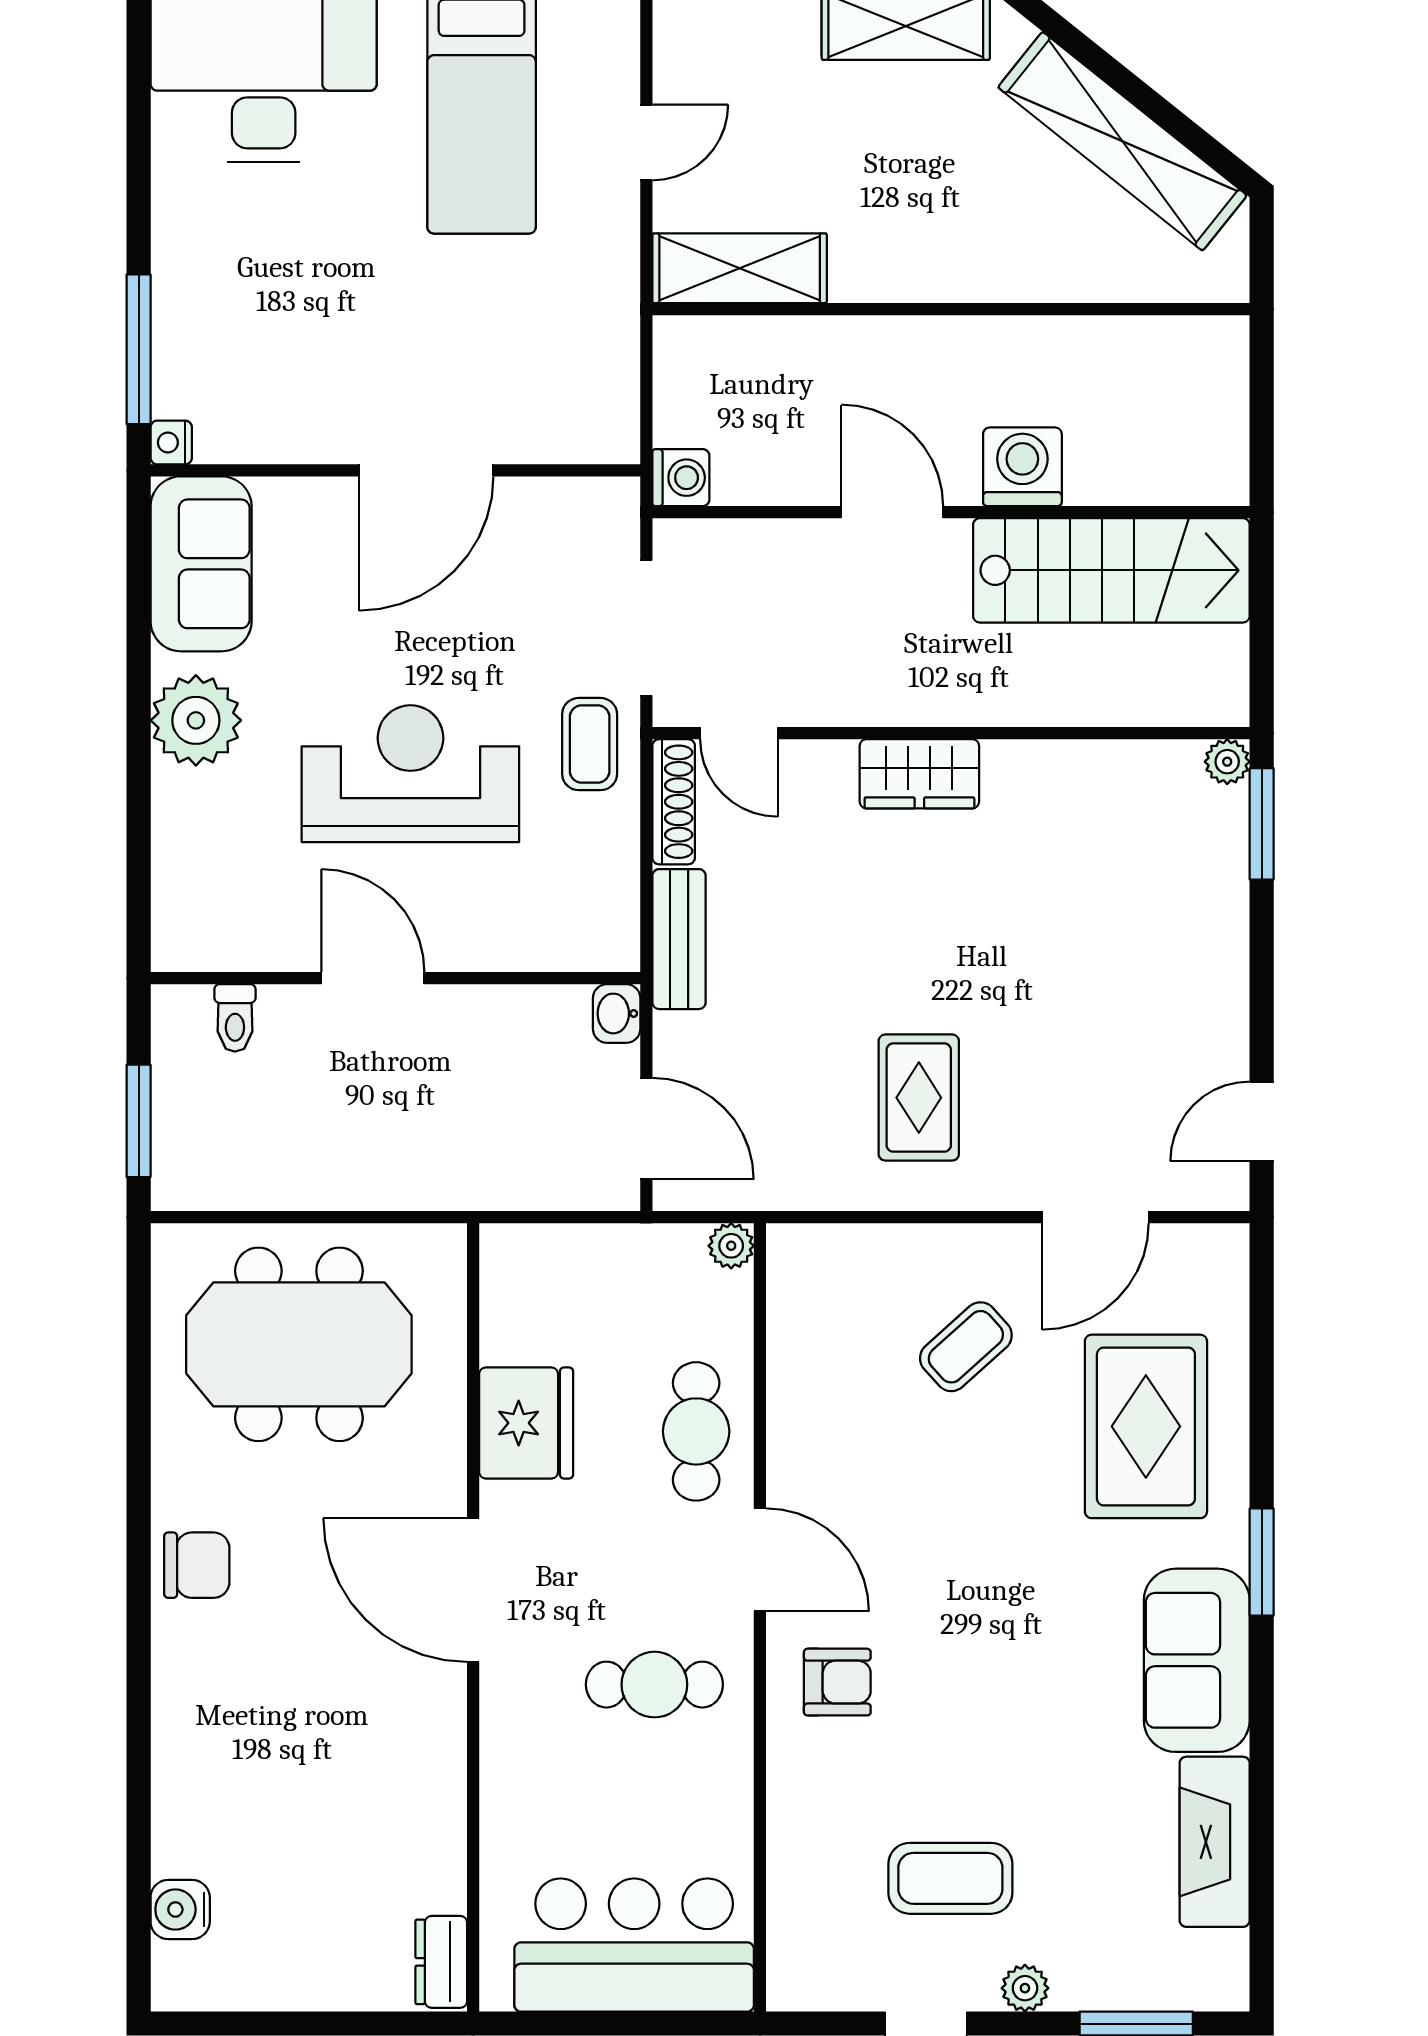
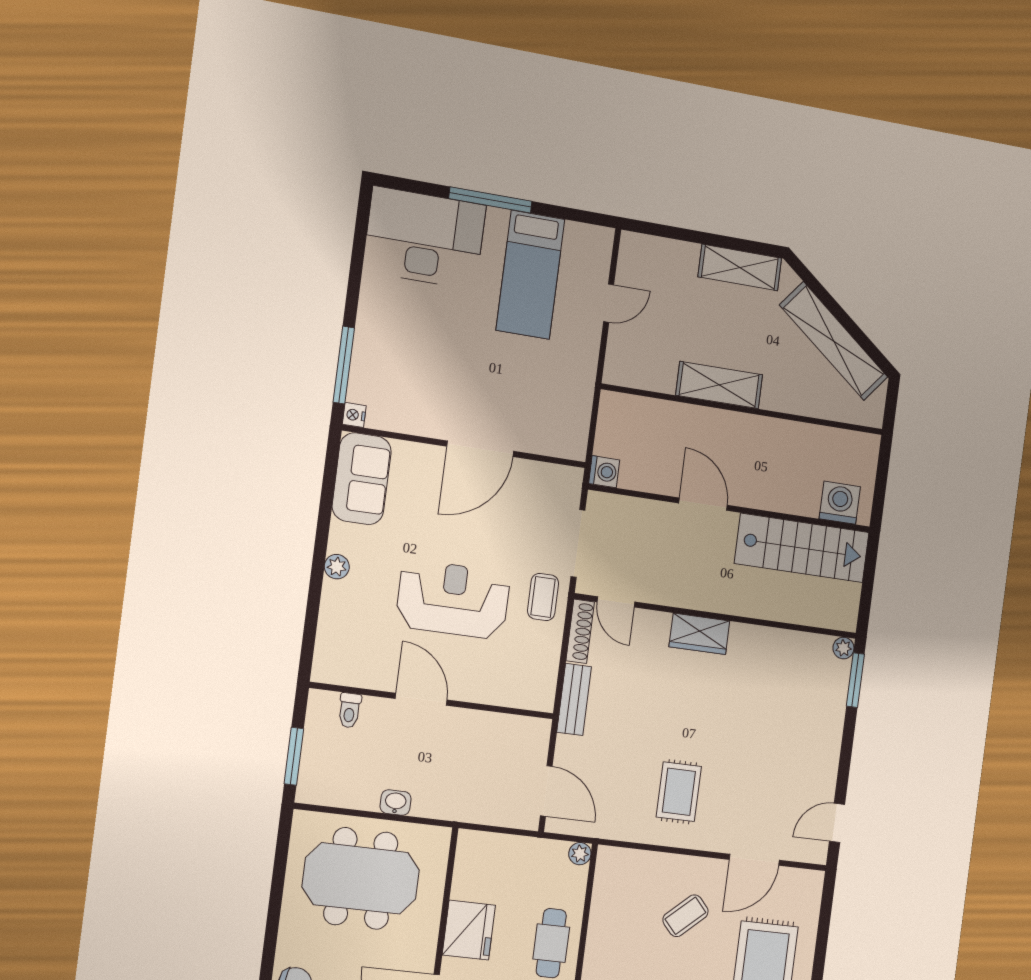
shelving: (740, 268) -> (719, 385), moved
washing machine: (1022, 467) -> (840, 503), moved
plant: (196, 720) -> (337, 567), width x0.53, depth x0.53
washbasin: (617, 1013) -> (396, 803), moved, turned 90

